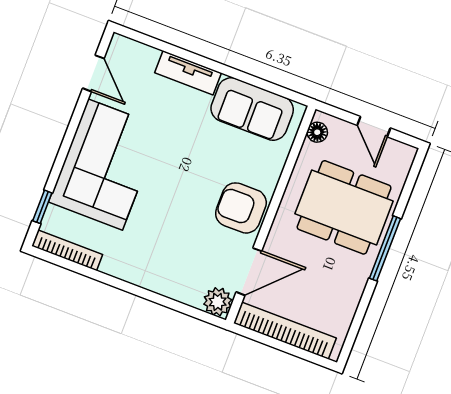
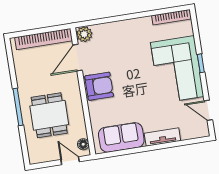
door: (374, 127) -> (70, 161), moved
window: (42, 207) -> (201, 63), moved
dining table: (344, 207) -> (49, 115), width x0.73

